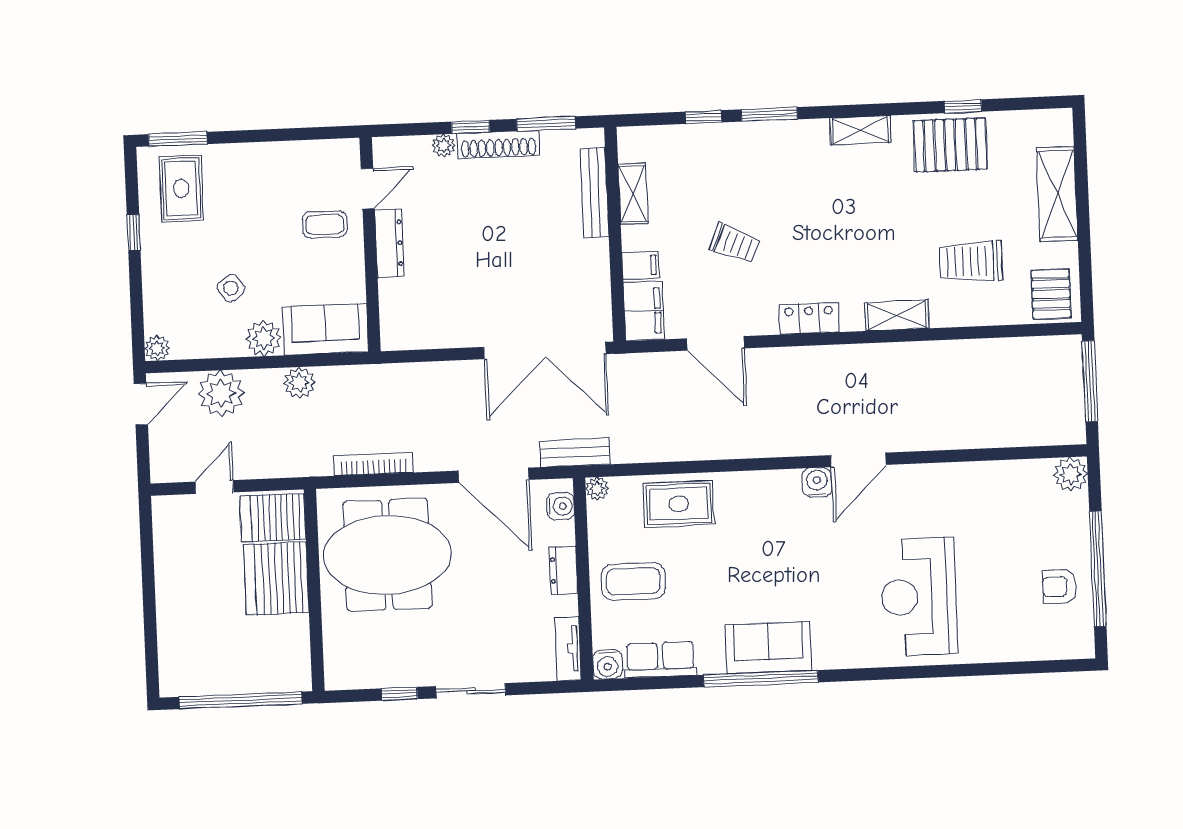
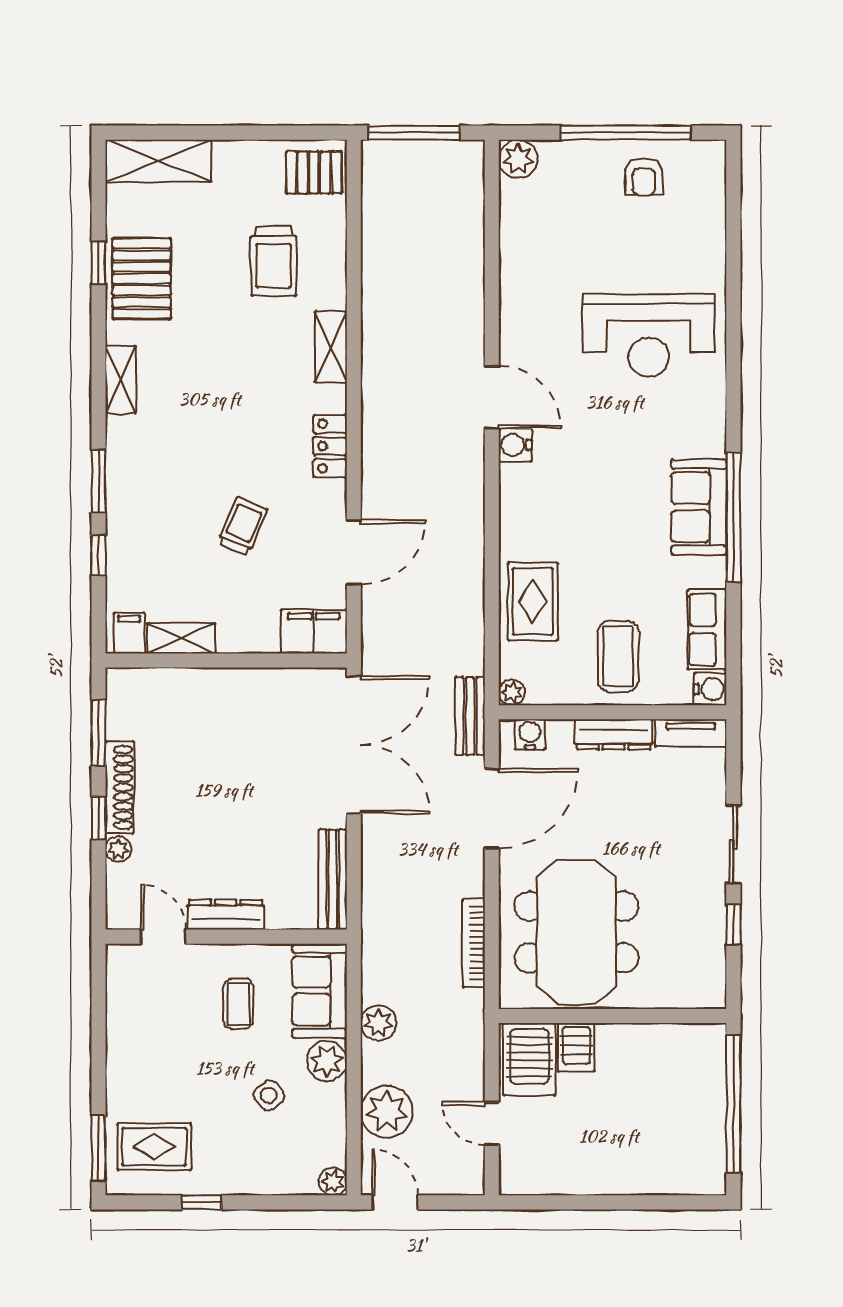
bench: (595, 193) -> (333, 880), moved, turned 90
shelving: (1057, 194) -> (158, 161), moved
coffee table: (325, 224) -> (238, 1004), moved
filing cabinet: (641, 265) -> (129, 633), moved
dresser: (563, 570) -> (614, 734), width x1.44
server rack: (276, 579) -> (576, 1047), width x0.46, depth x0.70

